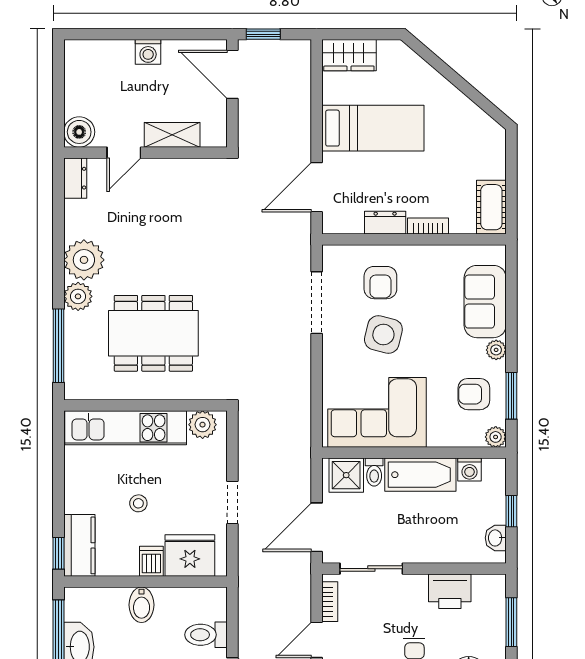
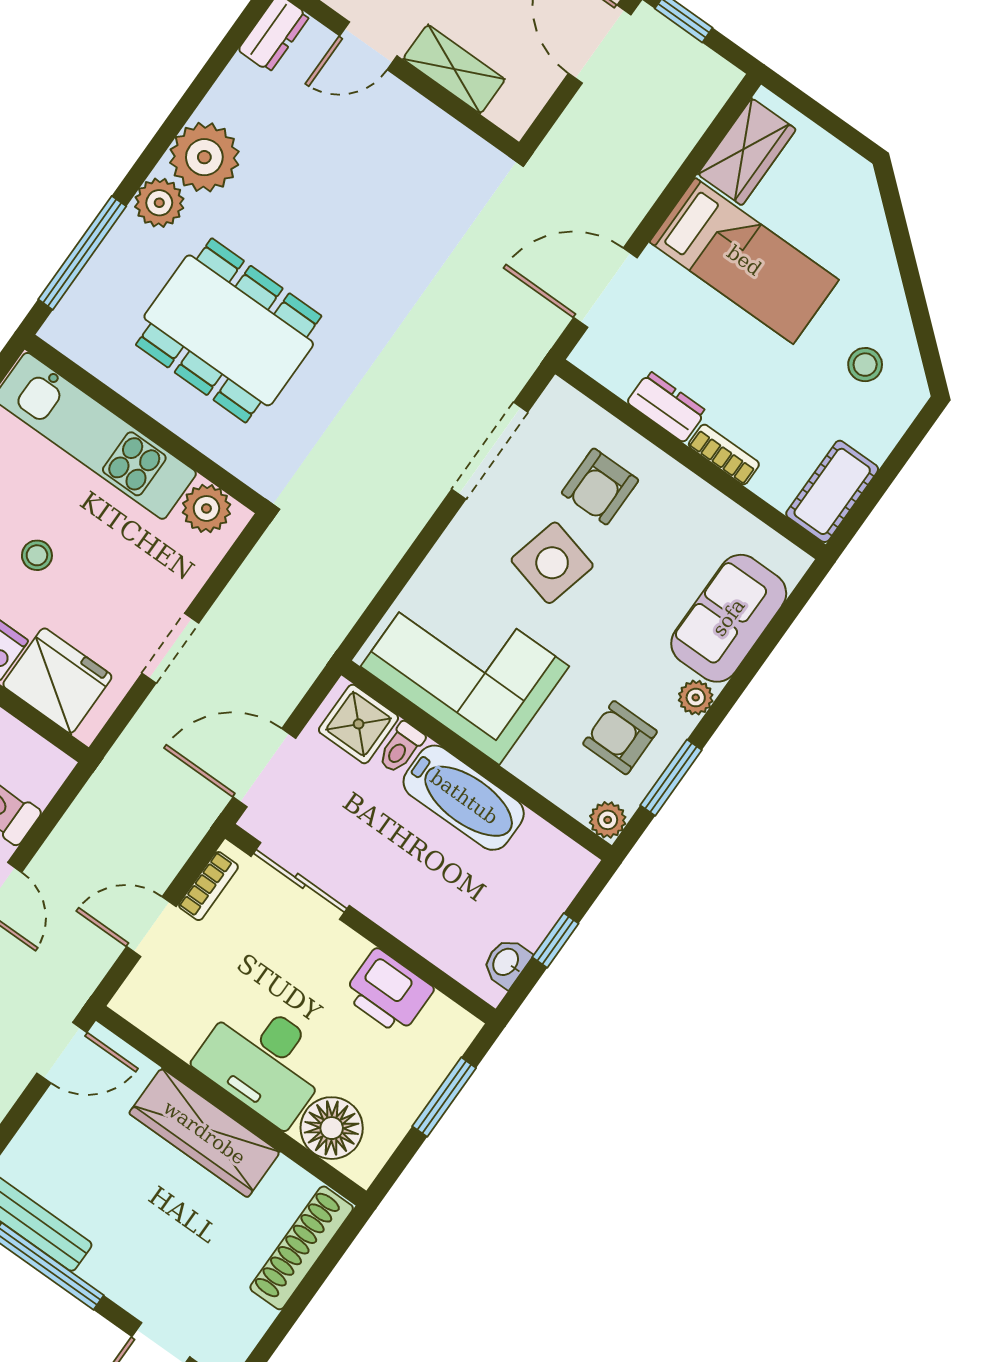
wardrobe: (349, 55) -> (747, 152), moved, turned -90
stool: (464, 136) -> (865, 365), added
washing machine: (469, 470) -> (538, 840), removed

